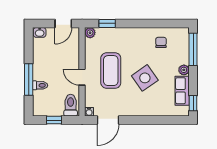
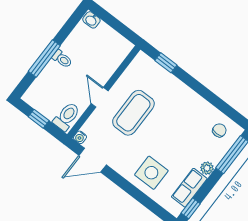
door: (63, 23) -> (122, 29), removed
plant: (90, 33) -> (142, 59), removed
chair: (161, 42) -> (219, 130), moved
side table: (145, 78) -> (151, 173), moved, turned 35
toilet: (40, 85) -> (62, 59), moved

